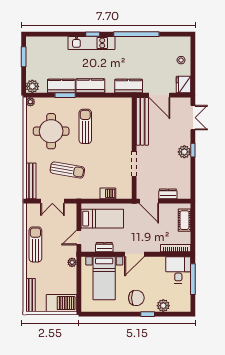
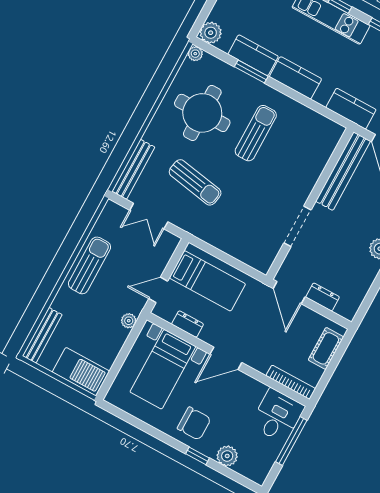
barbecue: (108, 193) -> (235, 249), removed

